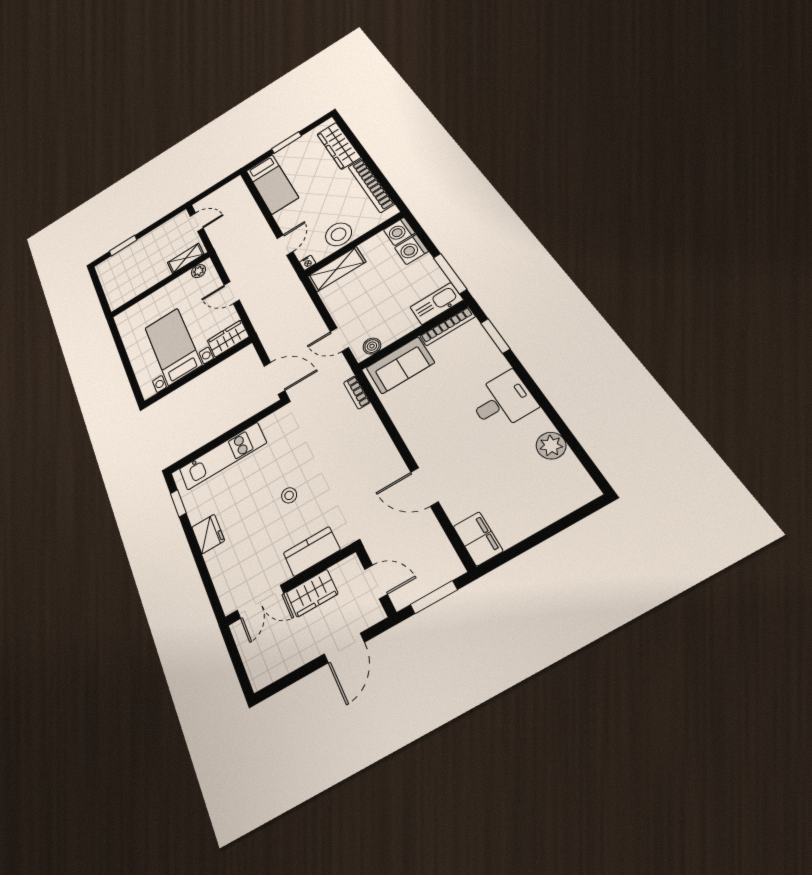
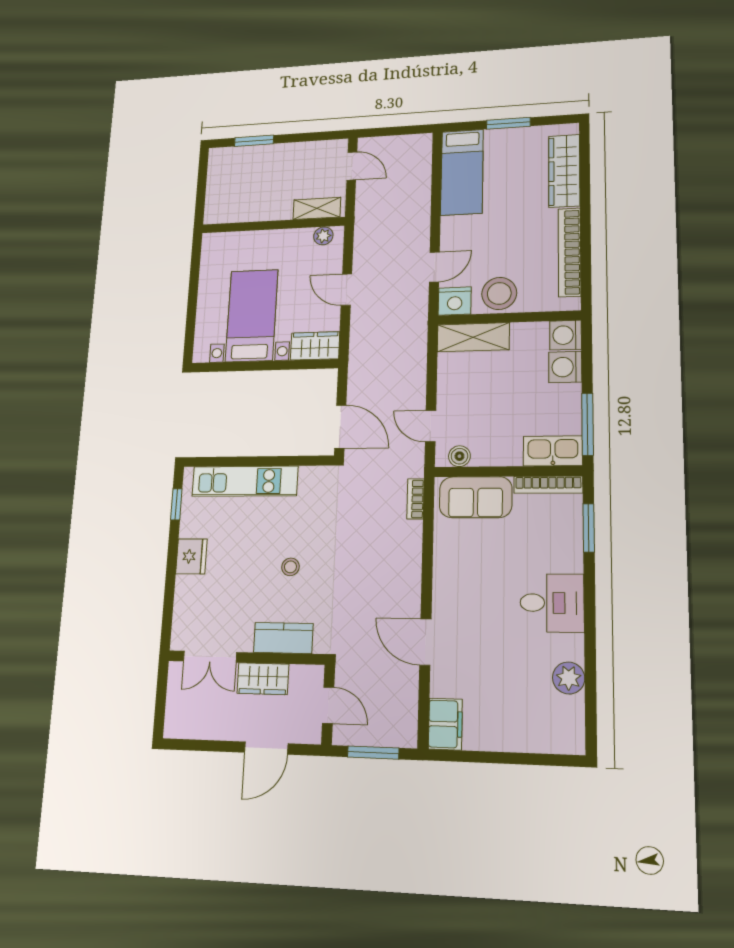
nightstand: (308, 263) -> (455, 301), width x1.89, depth x1.79

